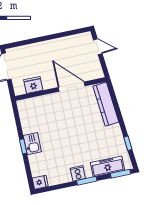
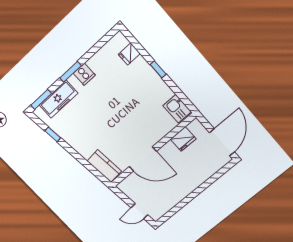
kitchen counter: (106, 104) -> (104, 166), width x0.67
kitchen sink: (32, 144) -> (177, 109), moved
fridge: (40, 182) -> (129, 54), moved

